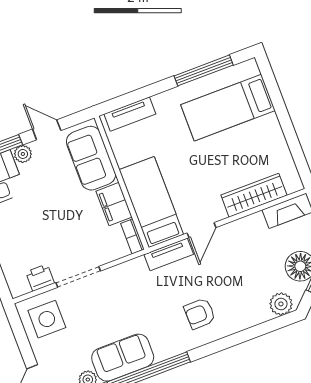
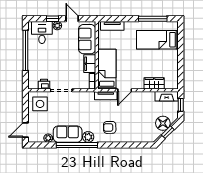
wardrobe: (254, 195) -> (154, 83), width x0.67
plant: (281, 304) -> (88, 137), moved

